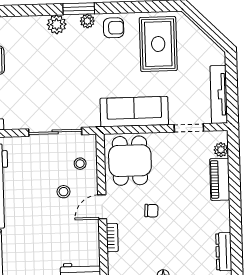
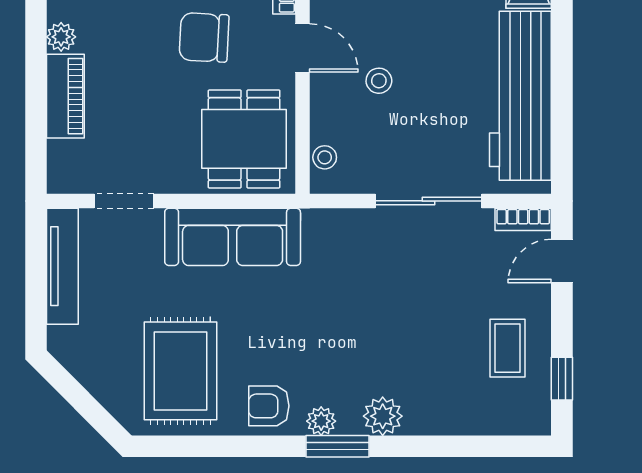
sliding door: (55, 132) -> (428, 201), moved
plant: (221, 150) -> (61, 37), moved
stool: (80, 164) -> (325, 157), moved
door: (102, 207) -> (302, 48), hinge flipped
chair: (151, 211) -> (204, 37), width x1.87, depth x1.87

